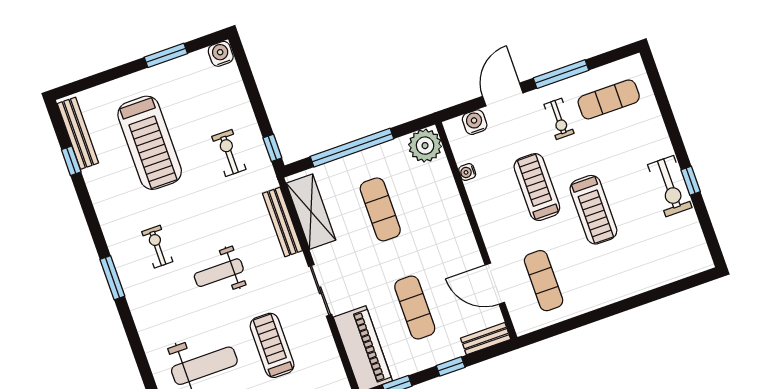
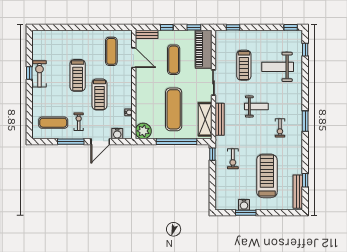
water cooler: (221, 54) -> (244, 205), moved
exercise mat: (380, 209) -> (174, 109), width x1.36, depth x1.45
treadmill: (593, 210) -> (78, 75), turned 180

